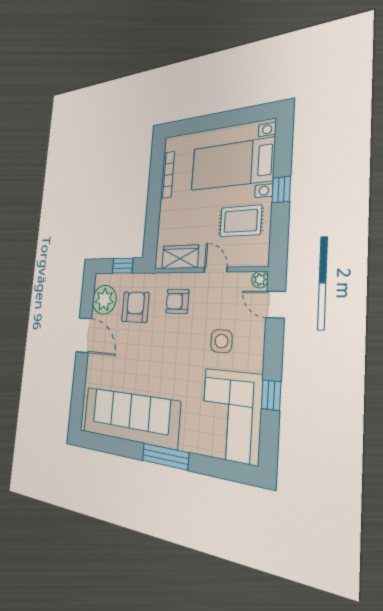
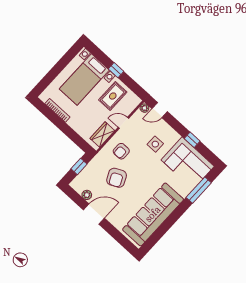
plant: (104, 300) -> (87, 195), width x0.53, depth x0.53
armchair: (135, 307) -> (117, 178), moved, turned -115
window: (165, 457) -> (199, 190), moved

